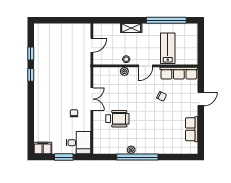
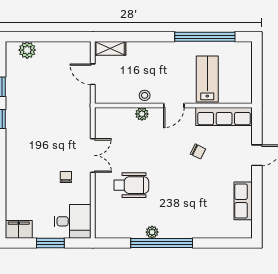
shelving: (131, 28) -> (110, 48), moved
plant: (48, 29) -> (27, 50), added
door: (92, 45) -> (93, 74), swing flipped

